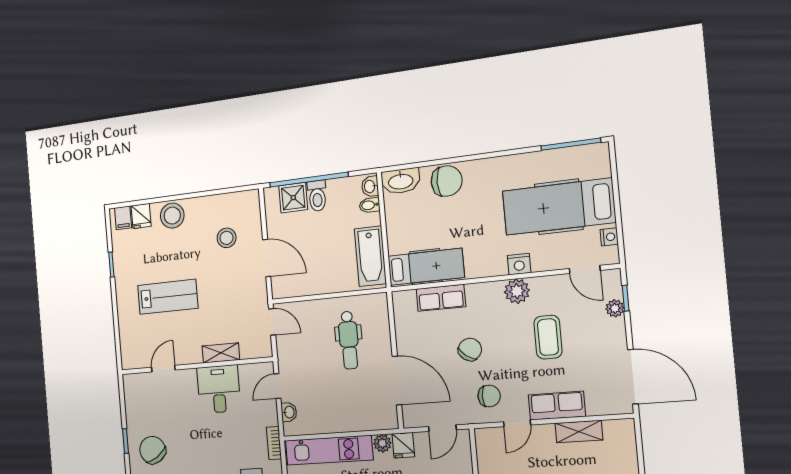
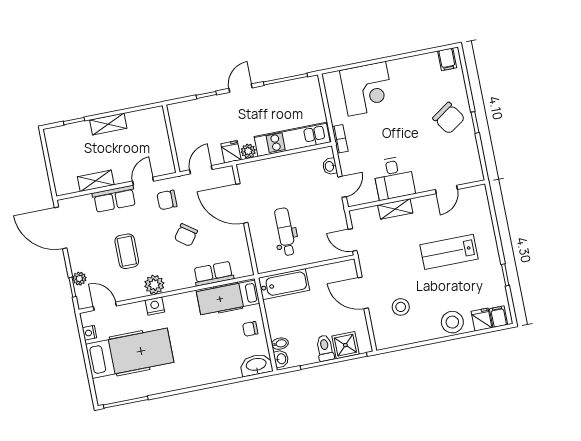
chair: (447, 181) -> (250, 329), moved, width x0.54, depth x0.54
bathtub: (370, 256) -> (284, 284), moved, turned 90

